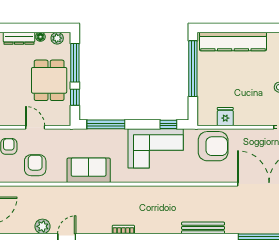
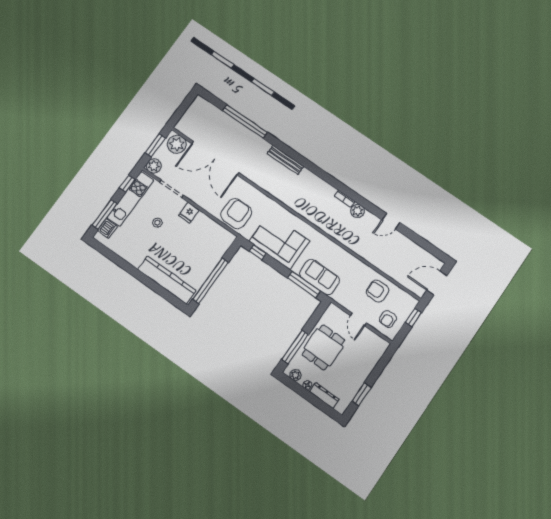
window: (75, 97) -> (313, 321), removed
fridge: (225, 117) -> (189, 213), moved
armchair: (213, 146) -> (236, 214), turned 90
armchair: (35, 165) -> (378, 291), turned 90
sofa: (89, 170) -> (319, 277), moved, turned 180
plant: (42, 226) -> (358, 211), moved

